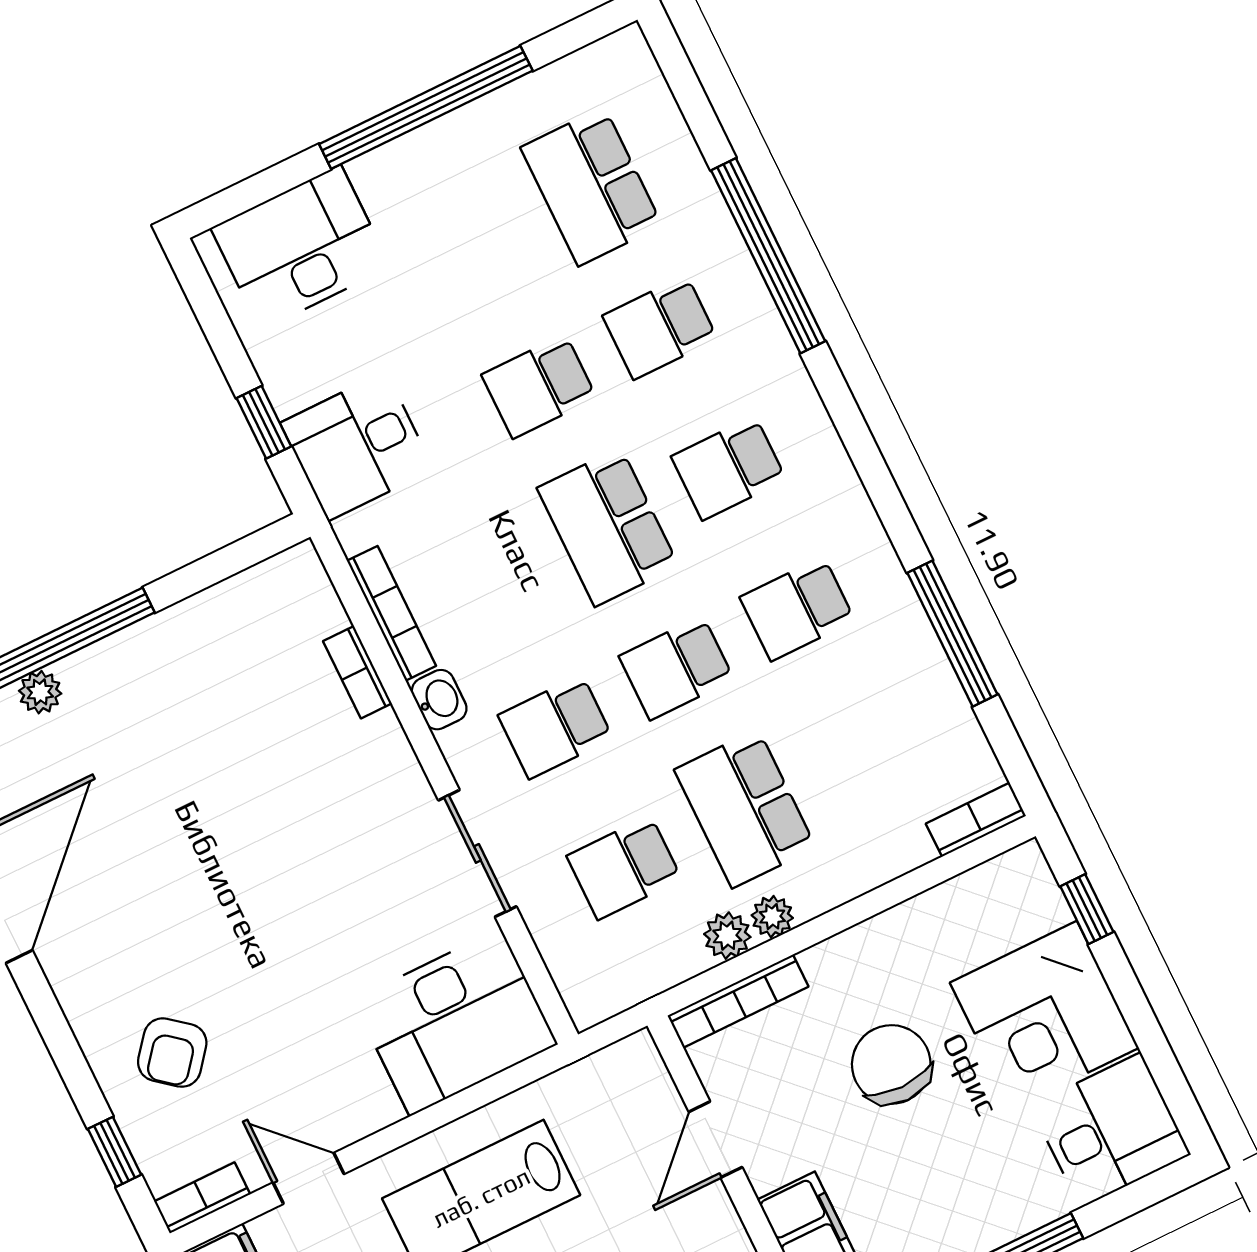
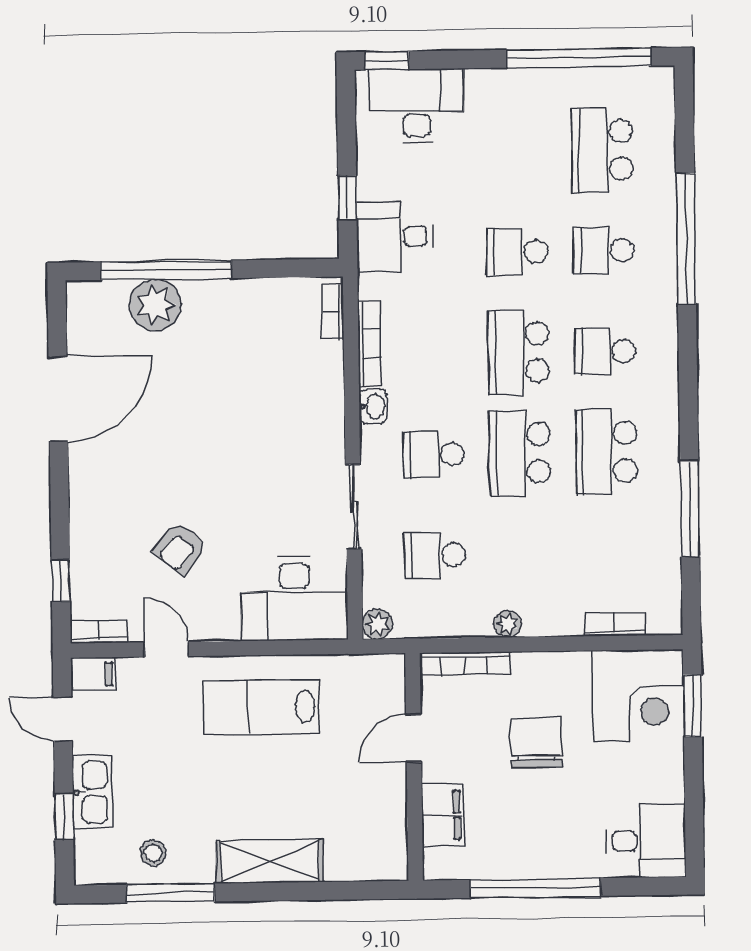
window: (426, 107) -> (579, 58), moved
window: (229, 203) -> (387, 61), added
school desk: (797, 609) -> (606, 452), width x1.85
school desk: (676, 668) -> (520, 453), width x1.85
bookcase: (357, 672) -> (332, 312), moved
plant: (40, 692) -> (155, 305), width x1.88, depth x1.88
school desk: (745, 809) -> (521, 554), removed
bookcase: (976, 820) -> (615, 624), moved
window: (1087, 909) -> (693, 706), width x1.50
plant: (727, 936) -> (377, 624), moved
corner desk: (1044, 1015) -> (638, 695), moved, turned -90
armchair: (172, 1053) -> (180, 548), moved

